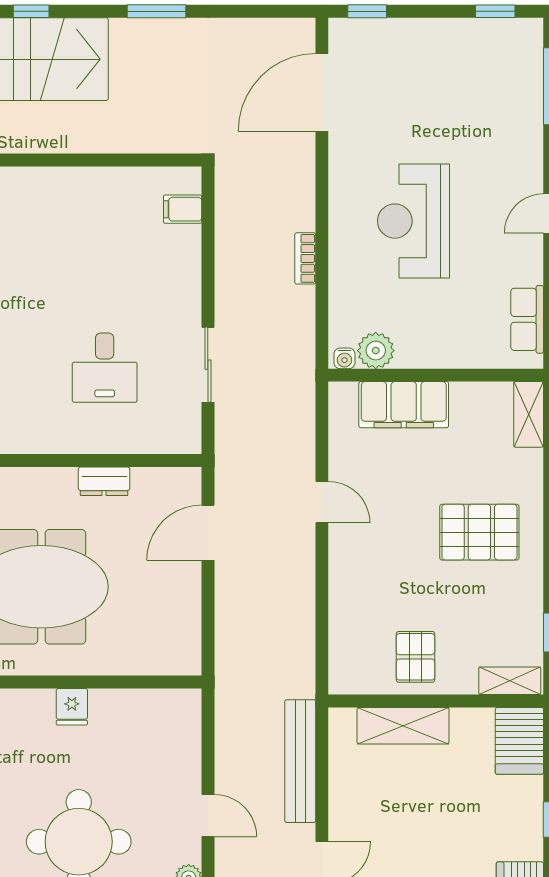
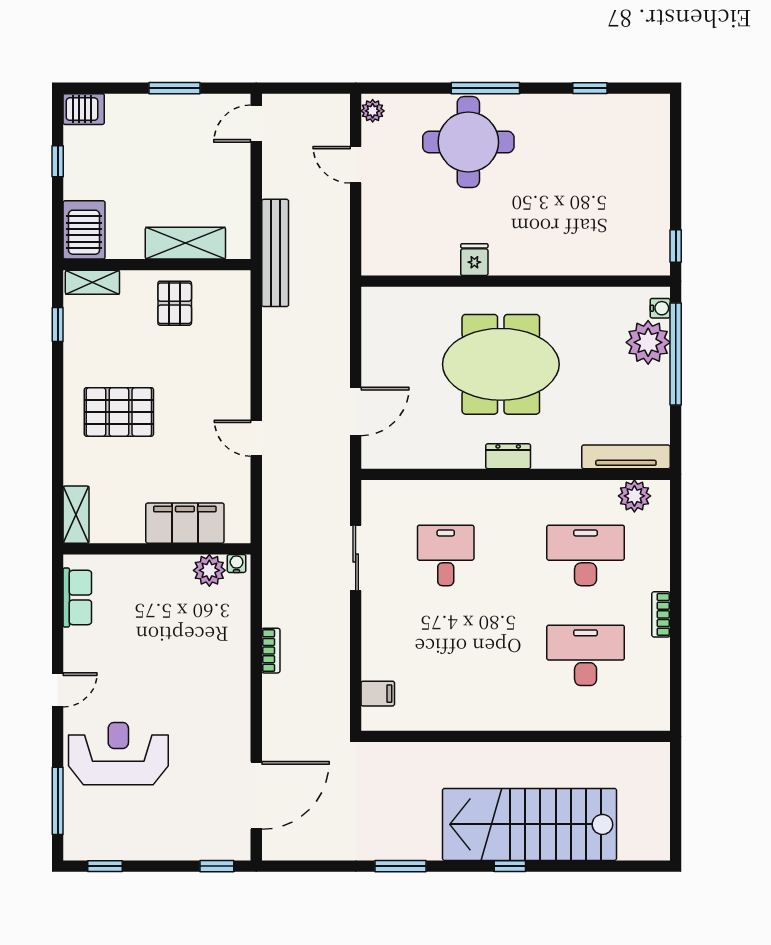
reception desk: (413, 221) -> (118, 754), moved, turned -90
dresser: (104, 481) -> (508, 456), moved
bench: (300, 761) -> (275, 253), moved

